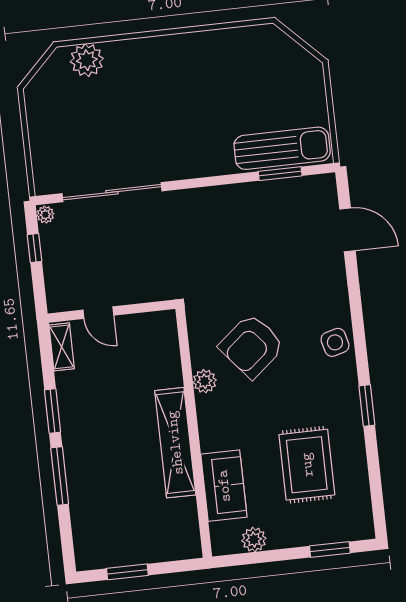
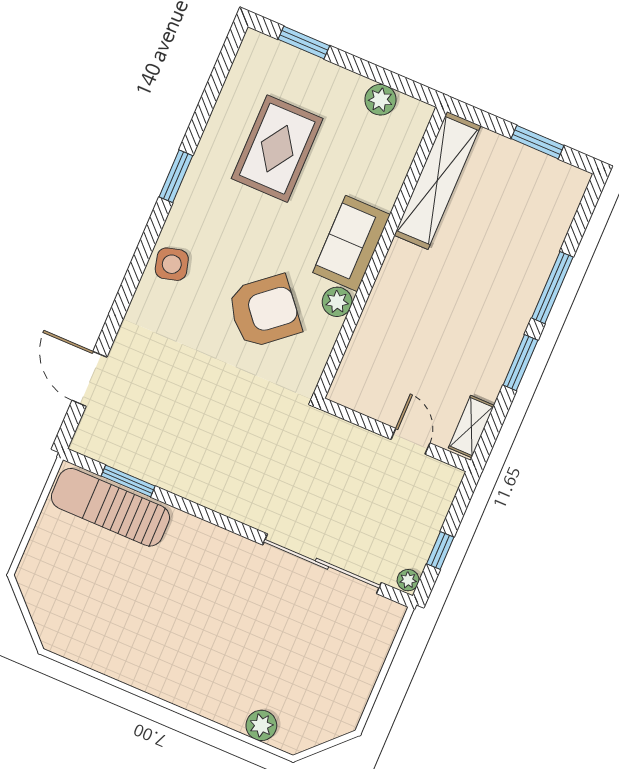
plant: (87, 60) -> (261, 725), width x0.73, depth x0.73
shelving: (175, 443) -> (437, 181), moved
sofa: (224, 486) -> (352, 244), moved

